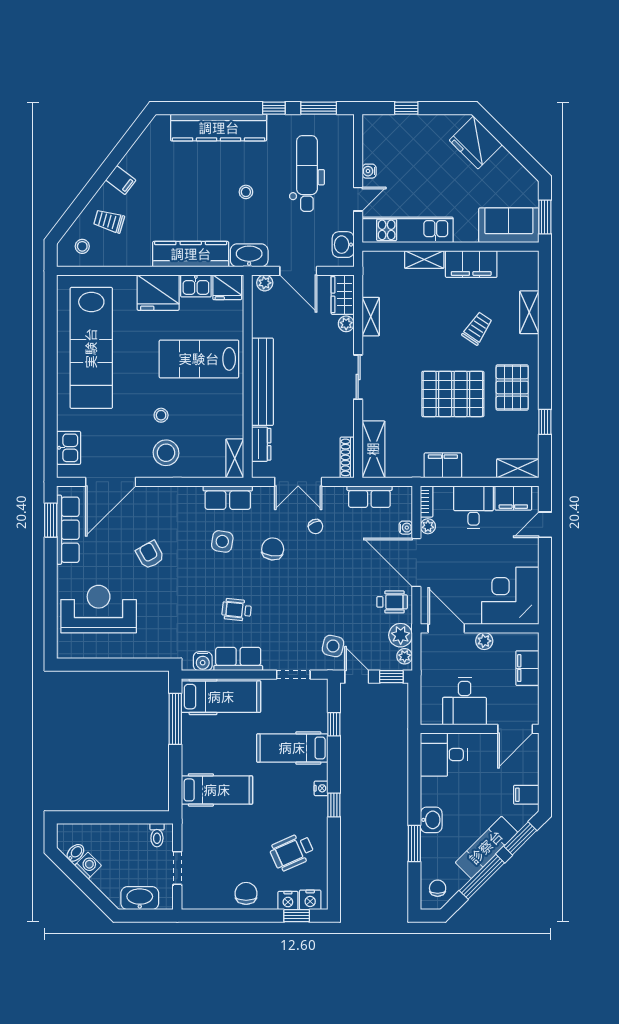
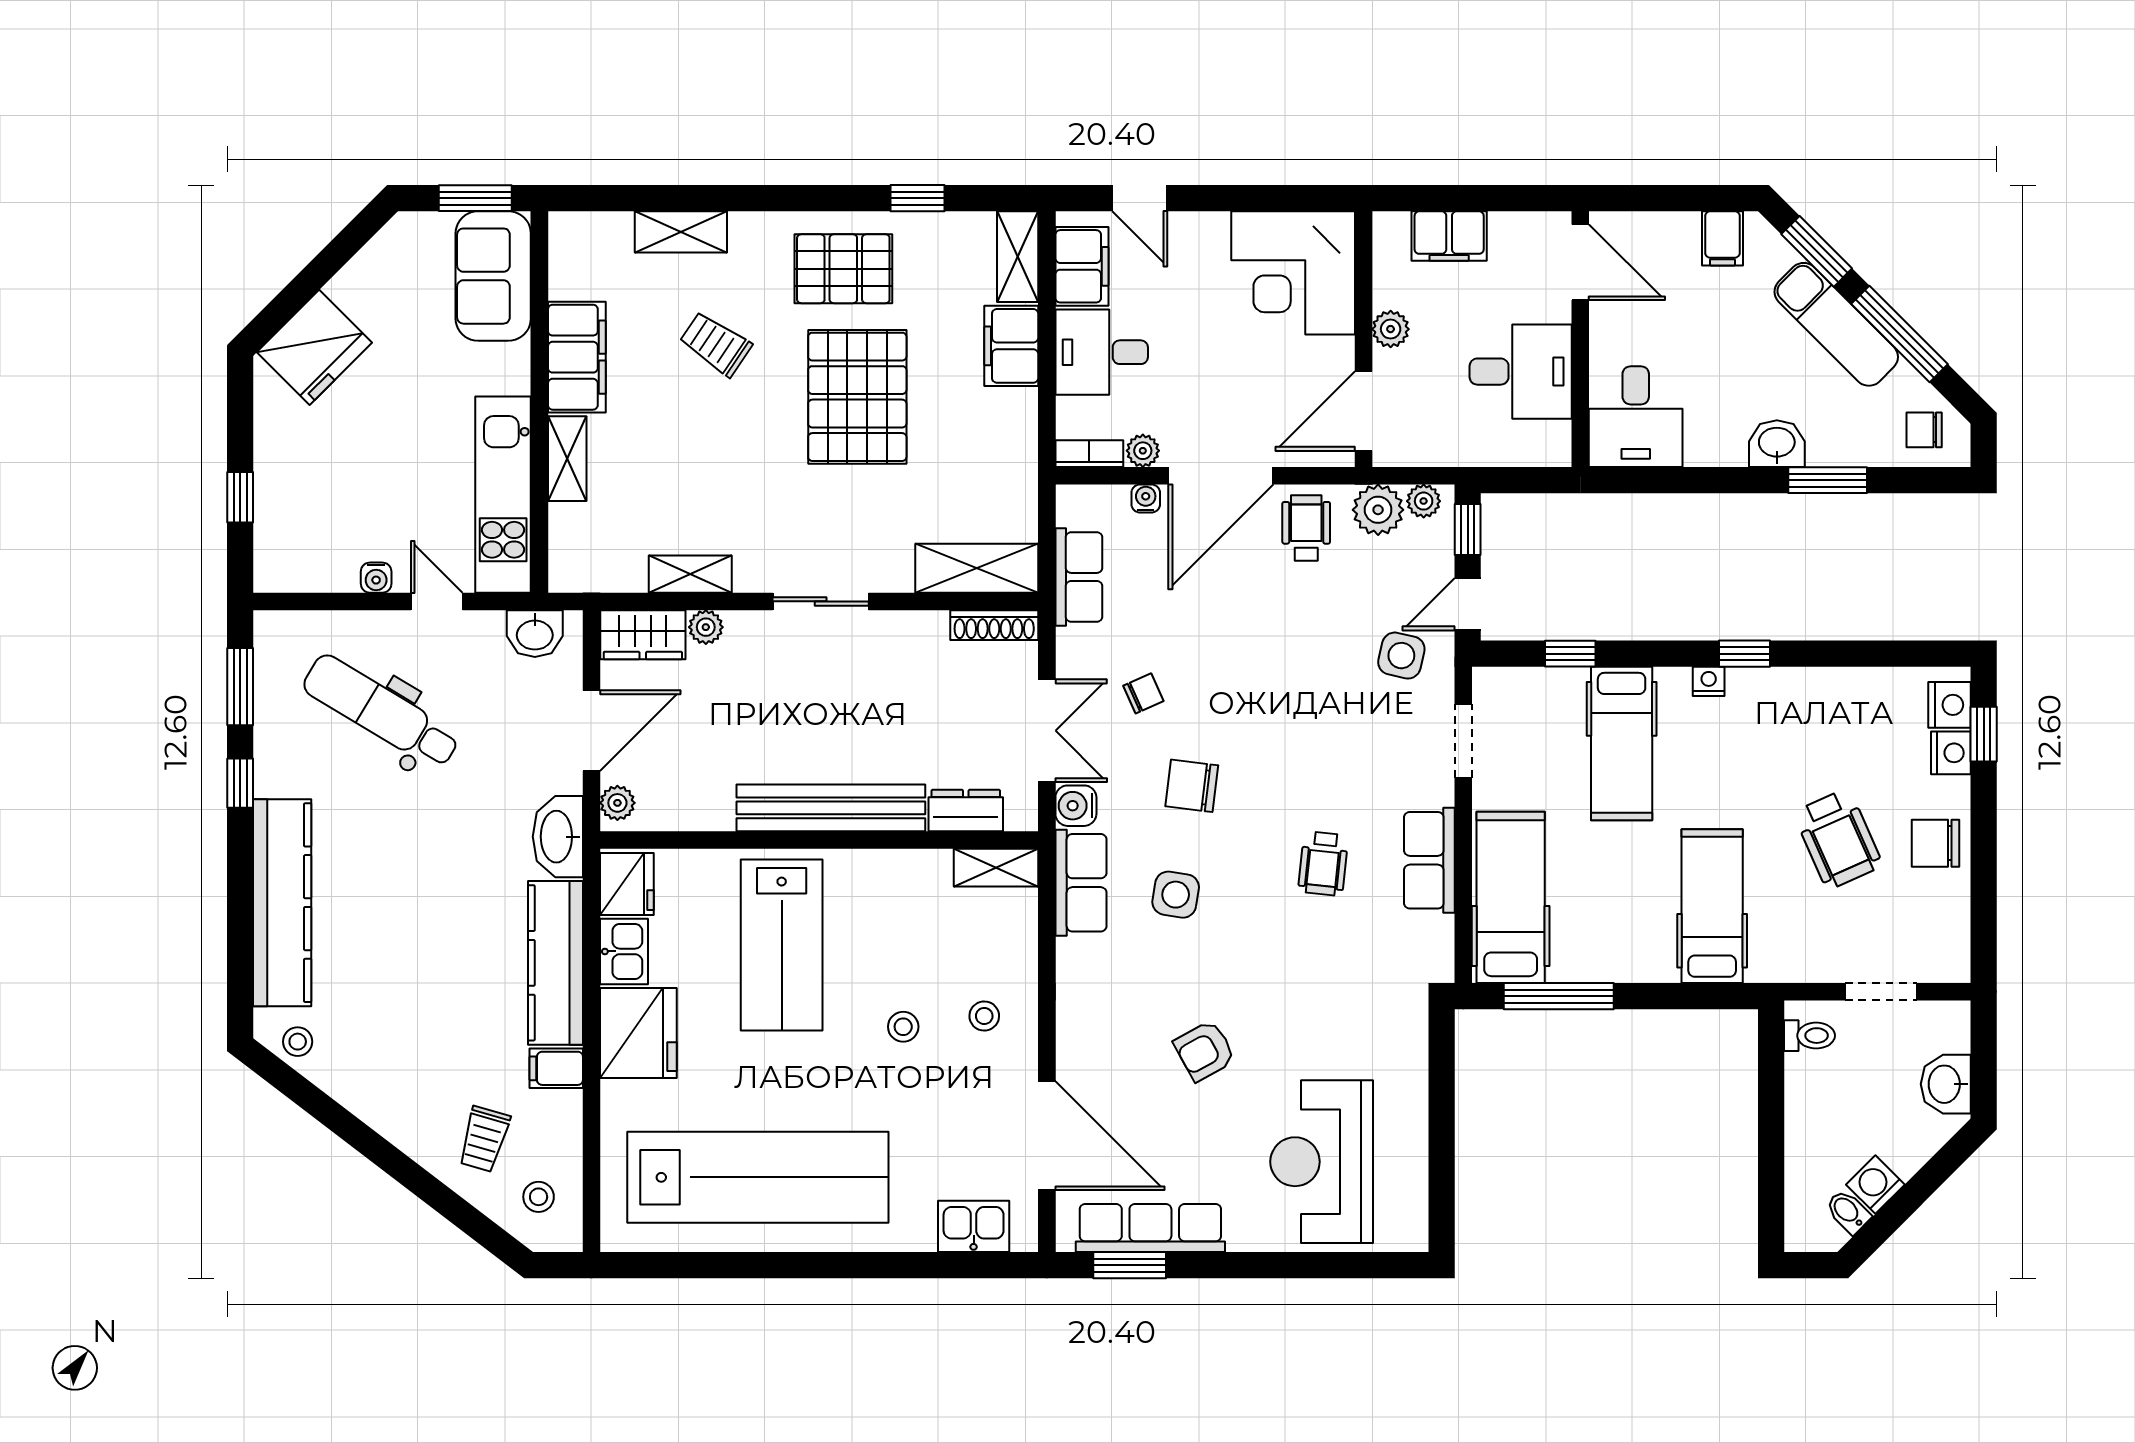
dental chair: (307, 173) -> (381, 712), turned 31
filing cabinet: (121, 180) -> (556, 1068), moved, turned -127
stool: (246, 192) -> (298, 1042), moved
stool: (166, 453) -> (984, 1016), width x0.53, depth x0.53
filing cabinet: (443, 465) -> (1011, 346), moved
water cooler: (203, 661) -> (1076, 806), moved, turned 180
wheelchair: (292, 852) -> (1838, 839), moved
washbasin: (140, 898) -> (1946, 1084), width x0.72

